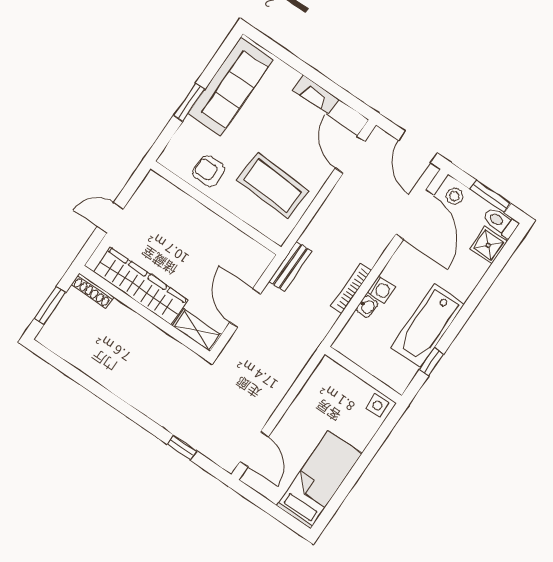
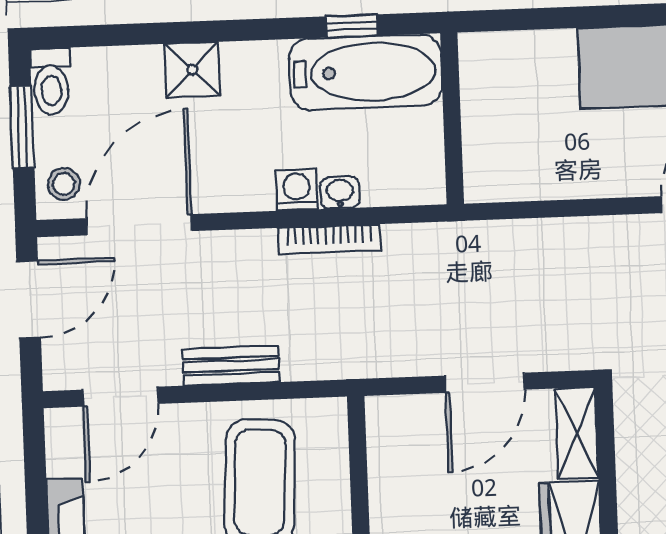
shower: (488, 245) -> (192, 70), moved
bench: (290, 266) -> (231, 366), moved
bathtub: (428, 326) -> (366, 72), moved
side table: (377, 405) -> (484, 60), removed

